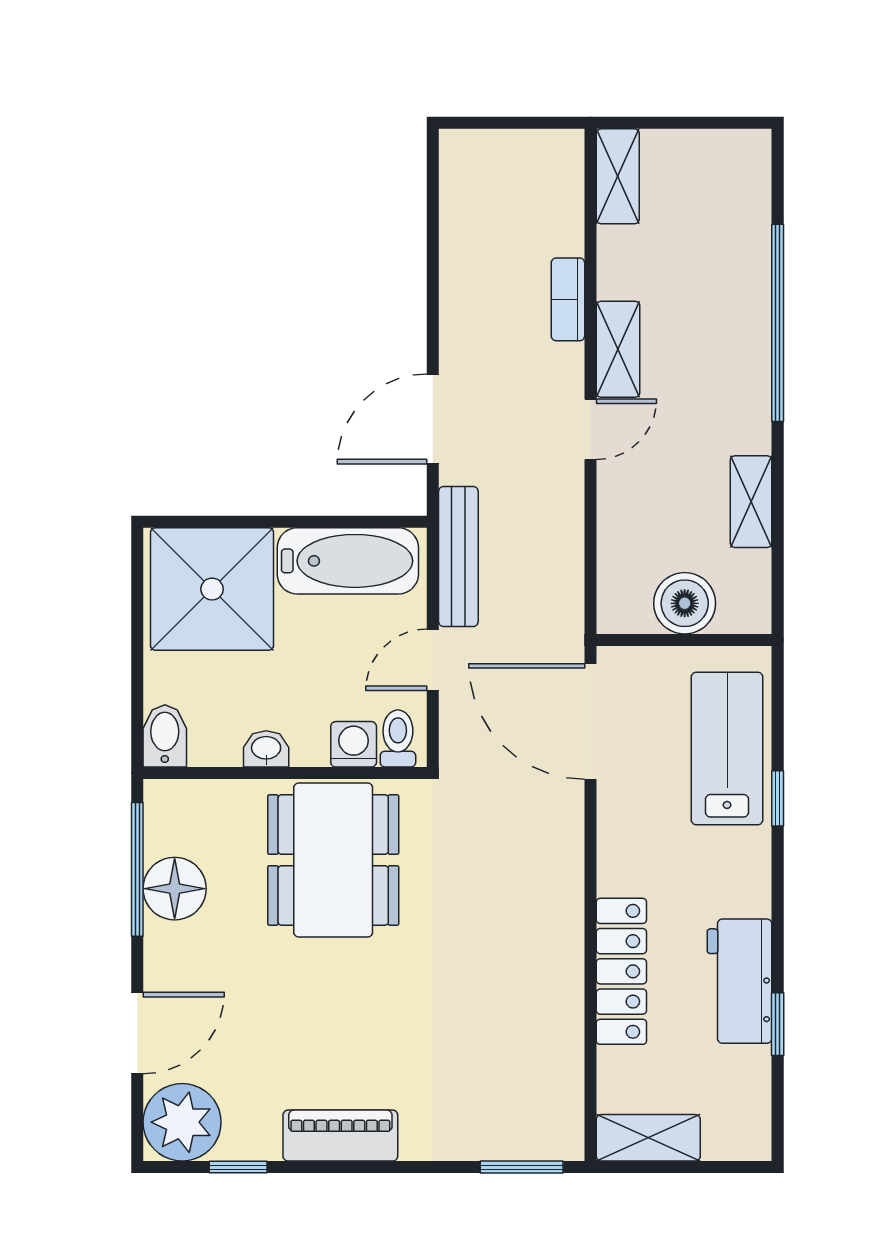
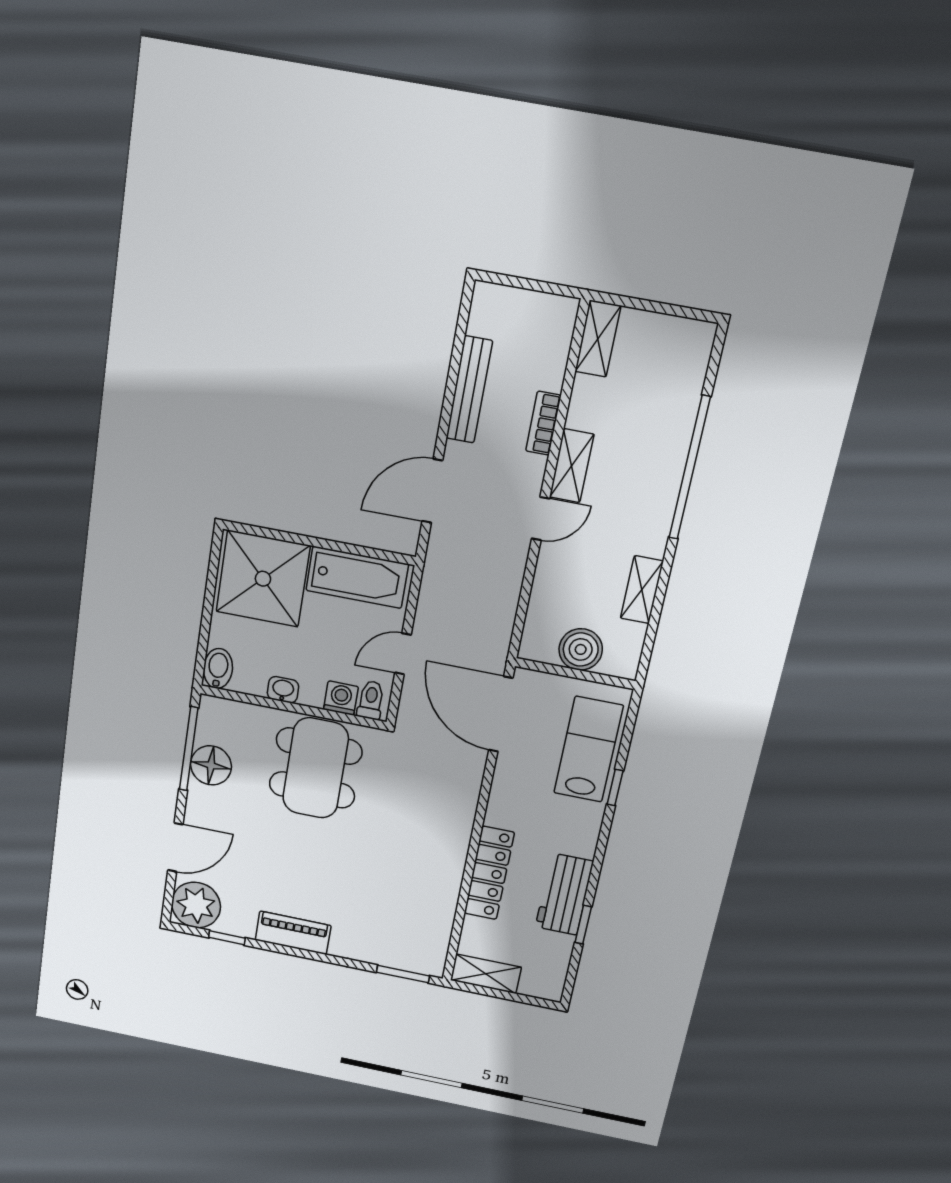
bench: (458, 557) -> (469, 390), moved

